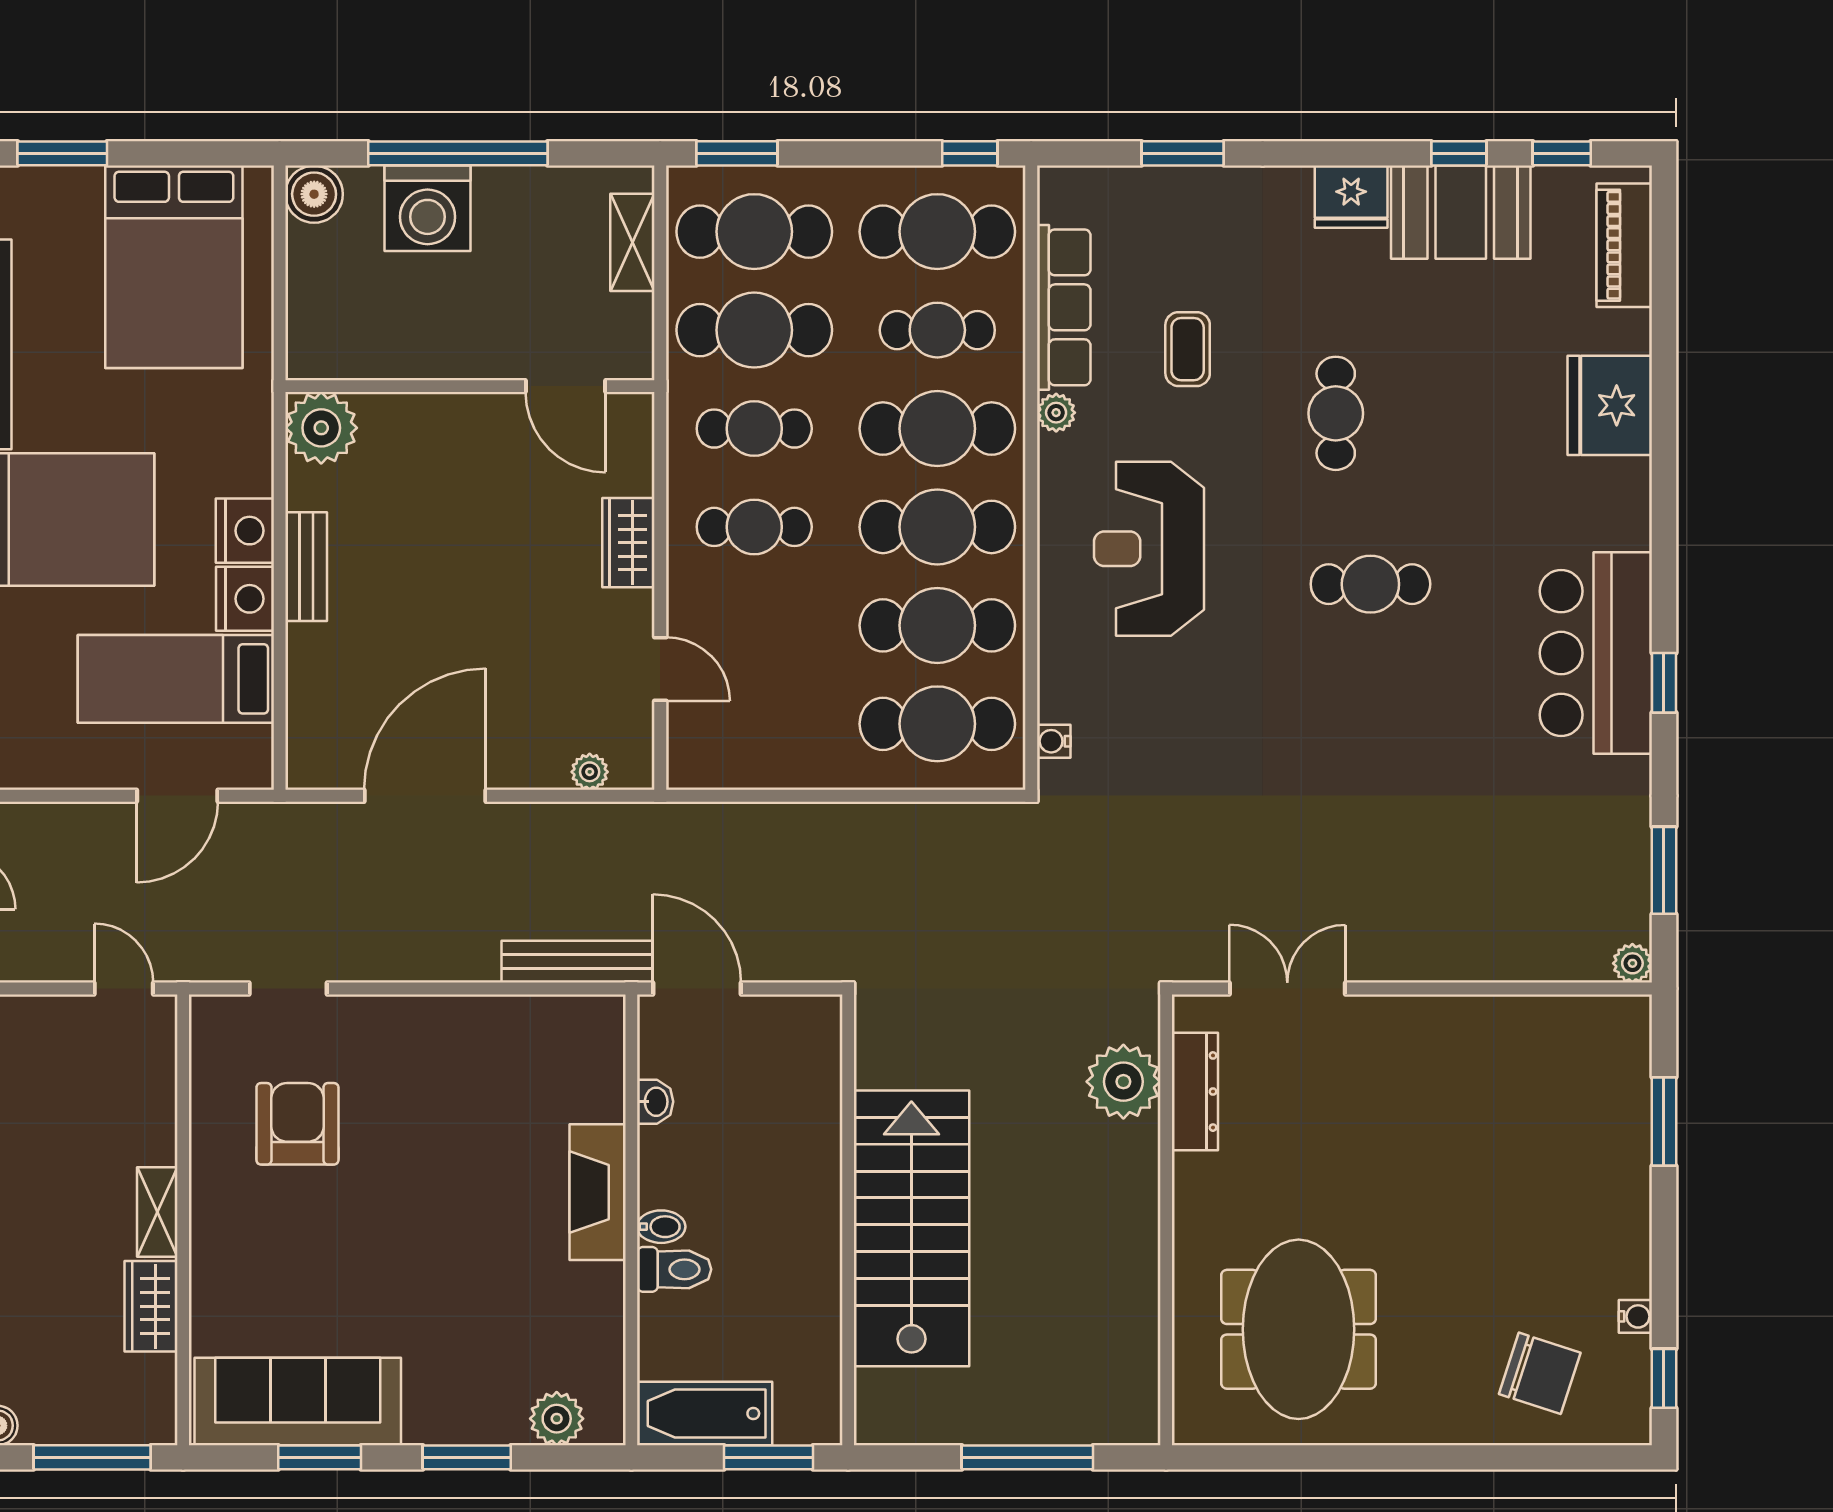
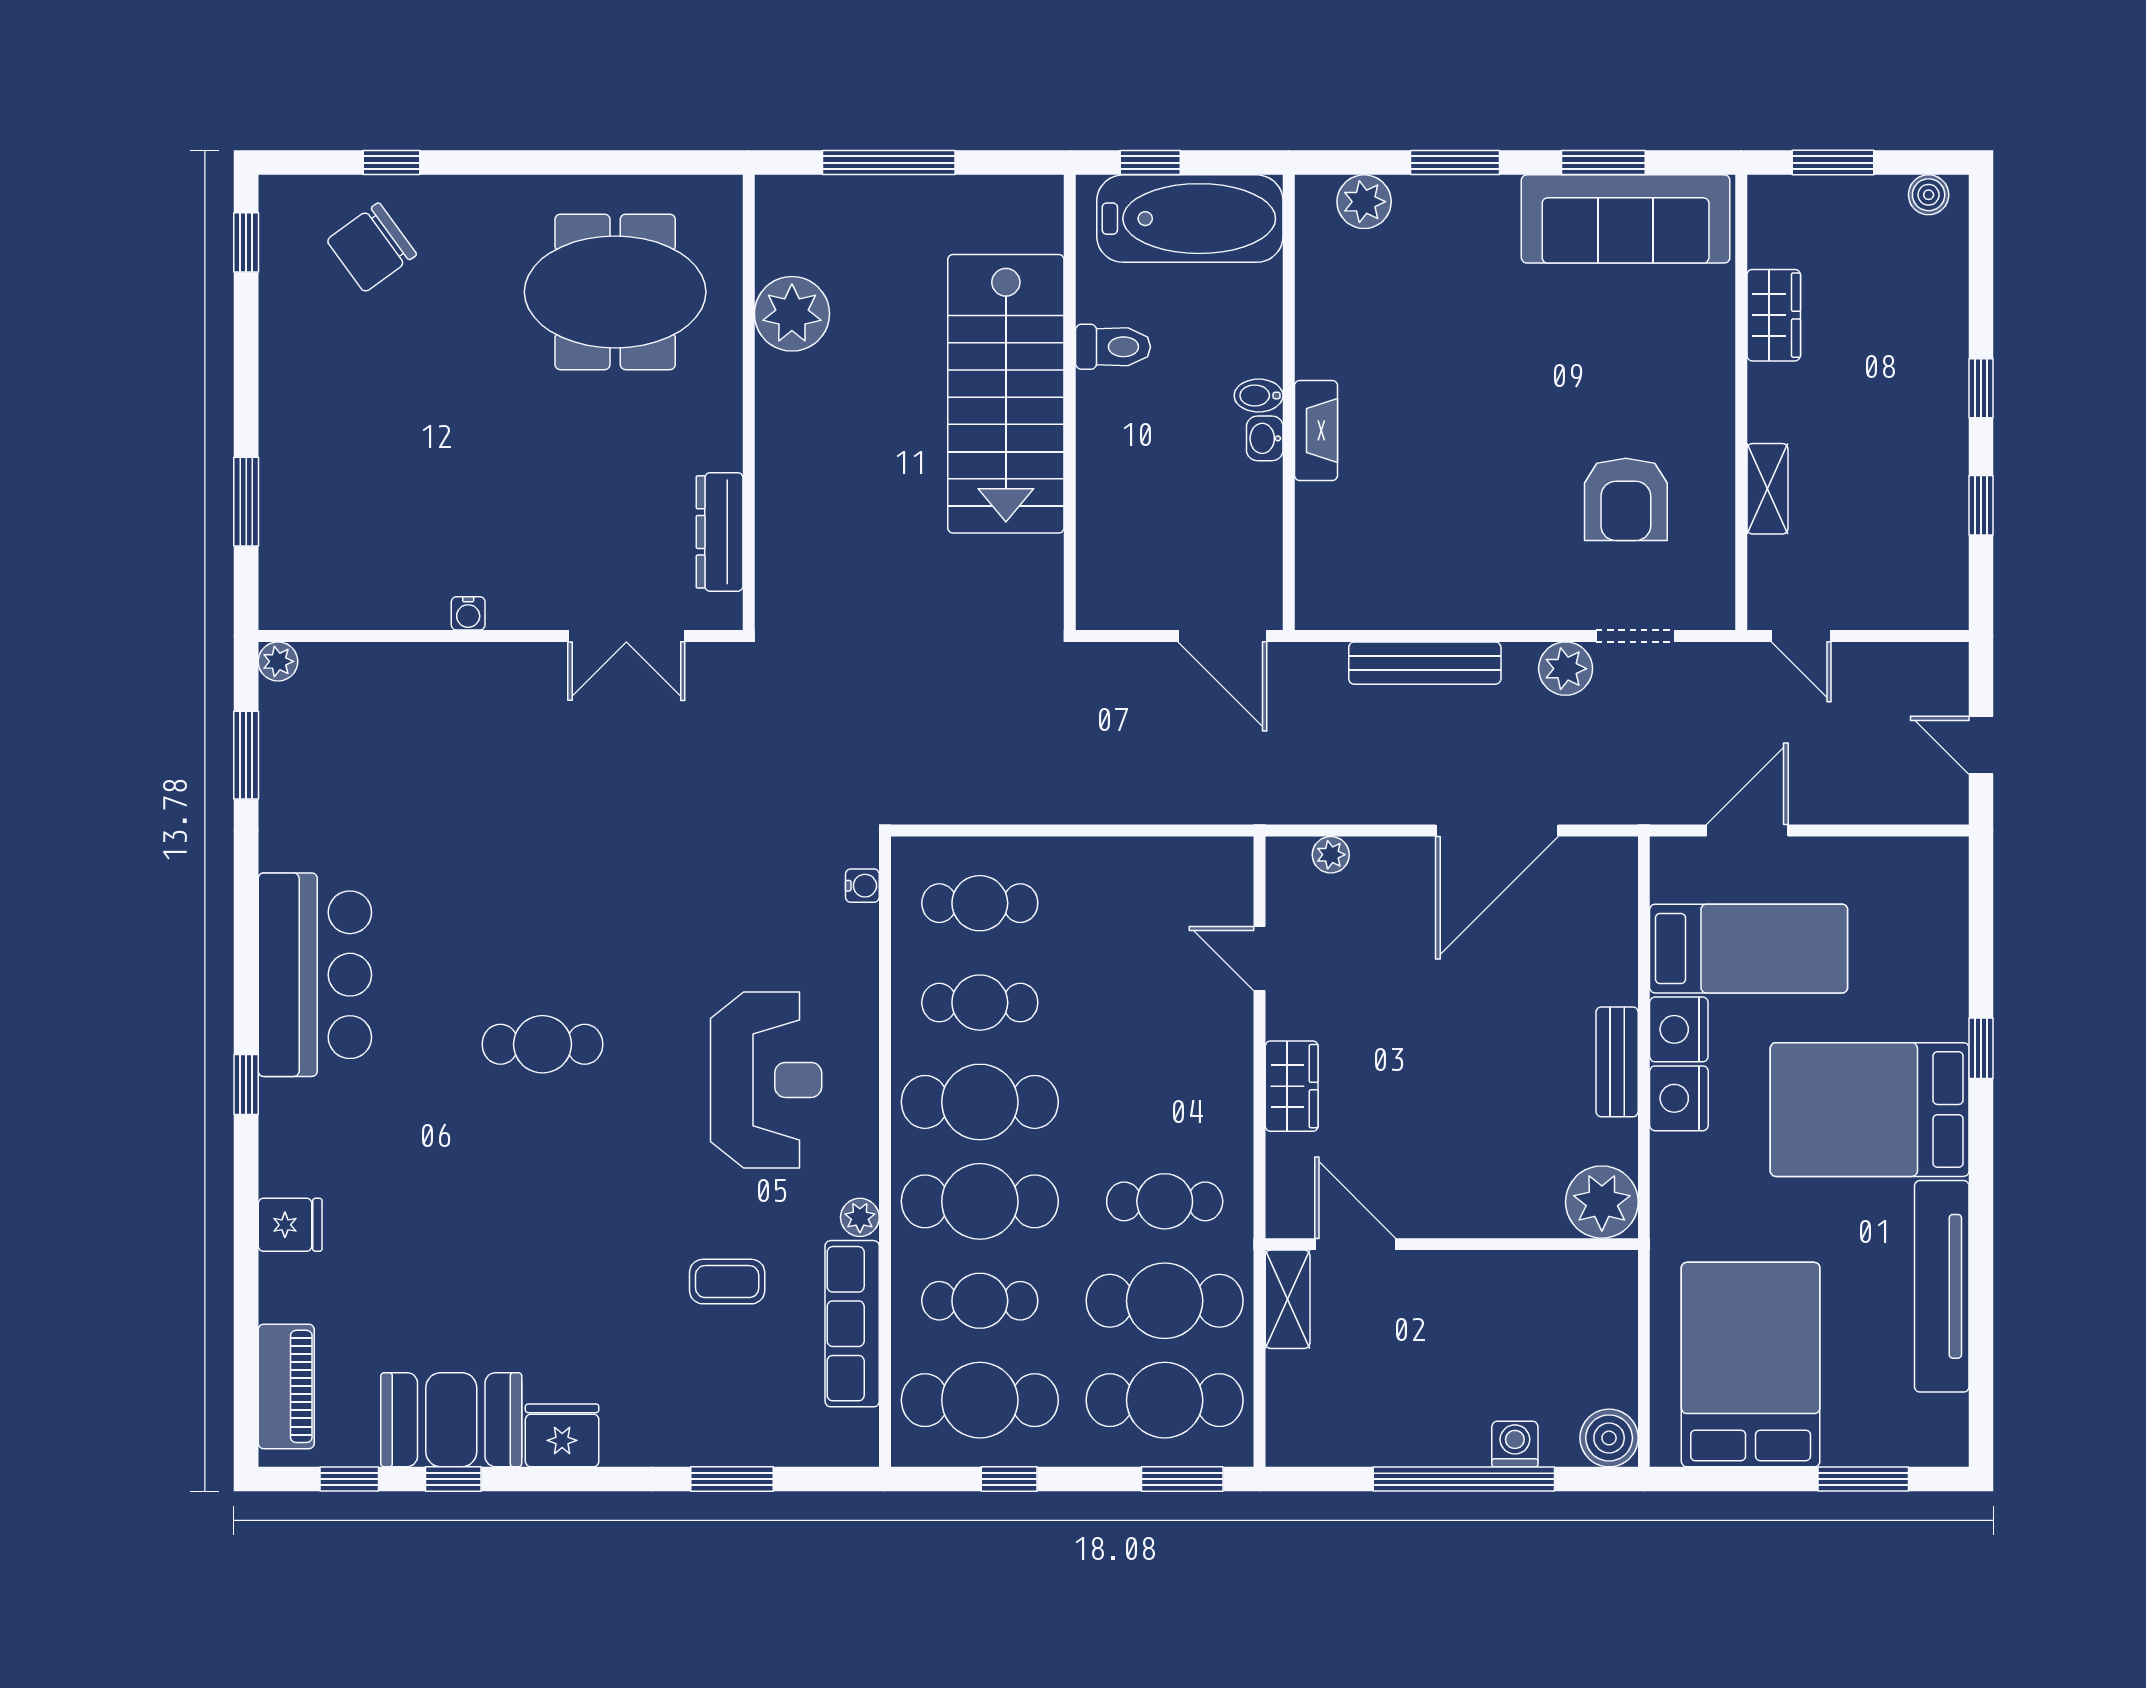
window: (970, 153) -> (1009, 1479), moved
washing machine: (427, 208) -> (1515, 1444), width x0.53, depth x0.53
shelving: (632, 242) -> (1288, 1299), moved
coffee table: (1188, 349) -> (727, 1282), turned 90
fridge: (1610, 405) -> (290, 1225), width x0.53, depth x0.75
cafe table: (1336, 413) -> (578, 1217), removed
cafe table: (754, 527) -> (1165, 1102), removed
cafe table: (937, 625) -> (980, 1003), width x0.73, depth x0.74
window: (1664, 683) -> (246, 1084), moved
cafe table: (937, 724) -> (980, 903), width x0.73, depth x0.74
plant: (357, 956) -> (1566, 669), added
bench: (577, 962) -> (1425, 663), moved
plant: (1123, 1082) -> (792, 314), moved
washbasin: (655, 1102) -> (1265, 438), moved
fireplace: (598, 1192) -> (1316, 430), width x0.73, depth x0.76
shelving: (157, 1212) -> (1767, 489), moved
toilet: (674, 1269) -> (1113, 347), moved, turned 180
water cooler: (1635, 1316) -> (468, 613), moved, turned -90
meeting table: (1299, 1329) -> (615, 292), turned 90
chair: (1540, 1373) -> (372, 247), turned -54
bathtub: (705, 1413) -> (1190, 219), width x1.36, depth x1.36
window: (92, 1457) -> (1833, 163), width x0.69
window: (768, 1457) -> (1150, 163), width x0.67
window: (1520, 1457) -> (391, 163), added

